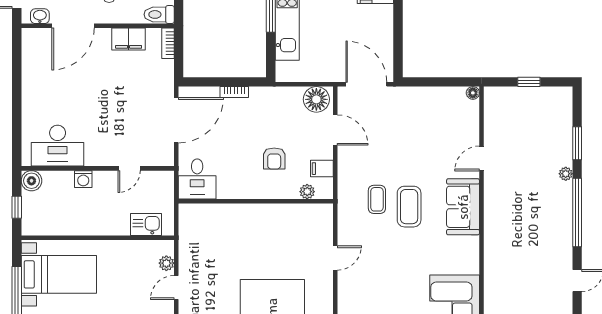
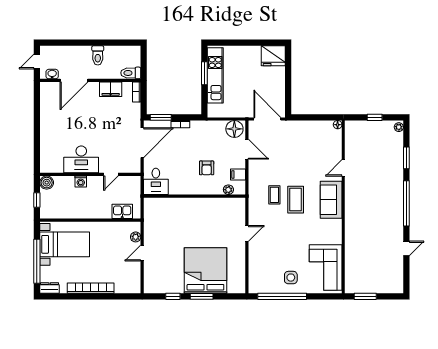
window: (204, 82) -> (161, 117), added
desk: (58, 146) -> (81, 159), moved
plant: (566, 174) -> (399, 127), moved

